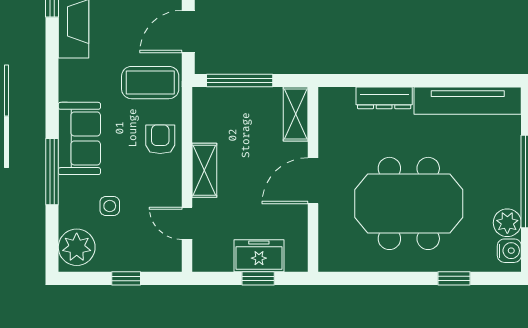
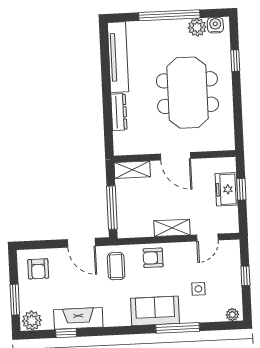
coffee table: (150, 83) -> (116, 266), width x0.73, depth x0.77
plant: (77, 247) -> (232, 315), width x0.53, depth x0.53

